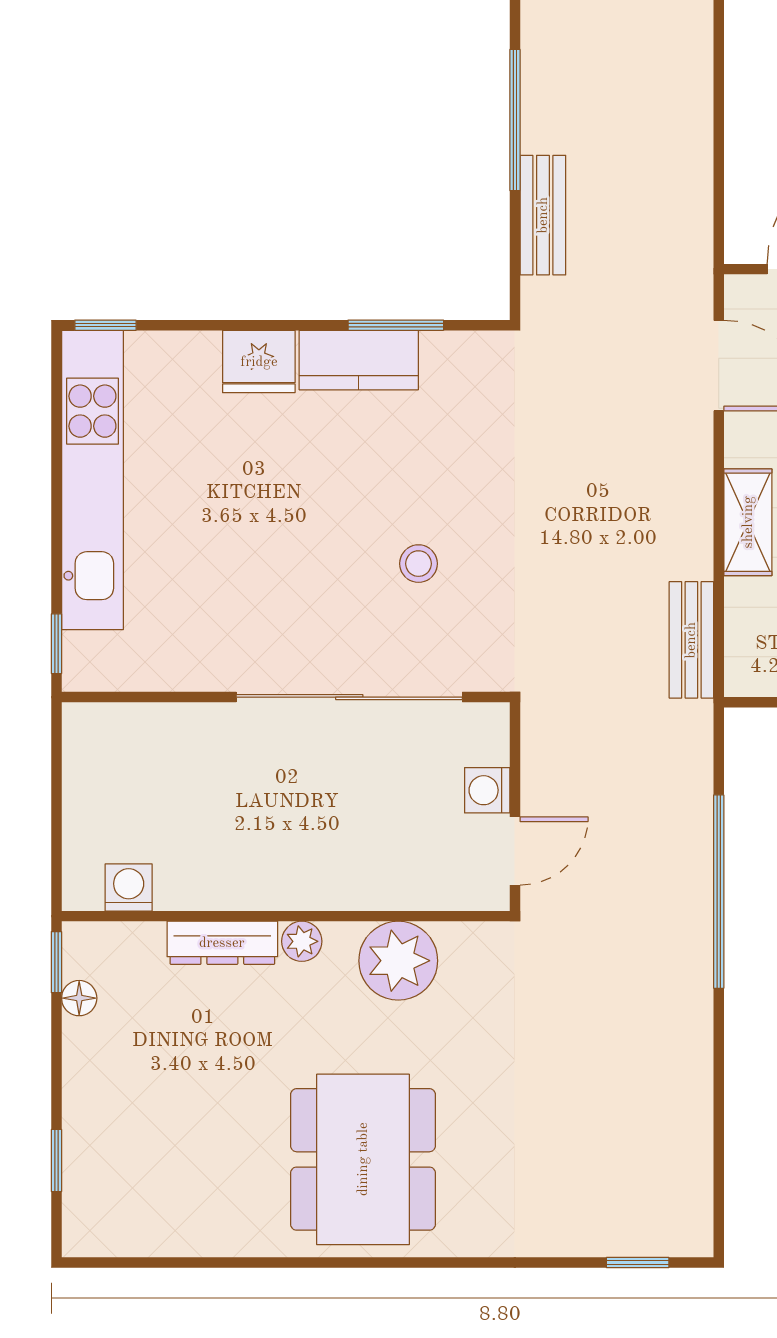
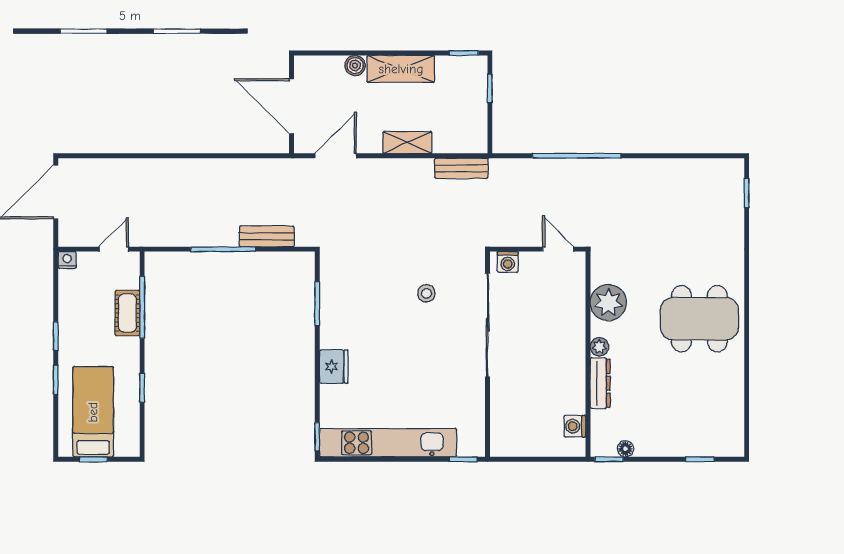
kitchen counter: (359, 360) -> (333, 321), removed
washing machine: (487, 790) -> (508, 262), moved

